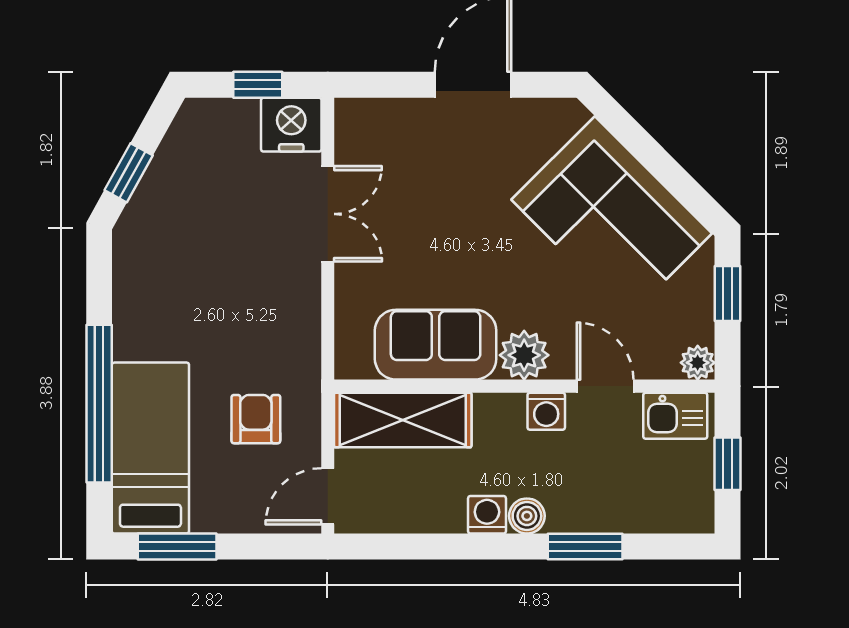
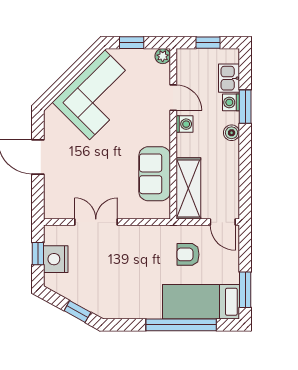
nightstand: (291, 125) -> (56, 259), moved
plant: (524, 355) -> (159, 134), removed
door: (605, 386) -> (173, 98), swing flipped
kitchen sink: (675, 416) -> (229, 78), moved, turned 180
washing machine: (487, 515) -> (231, 102), moved

